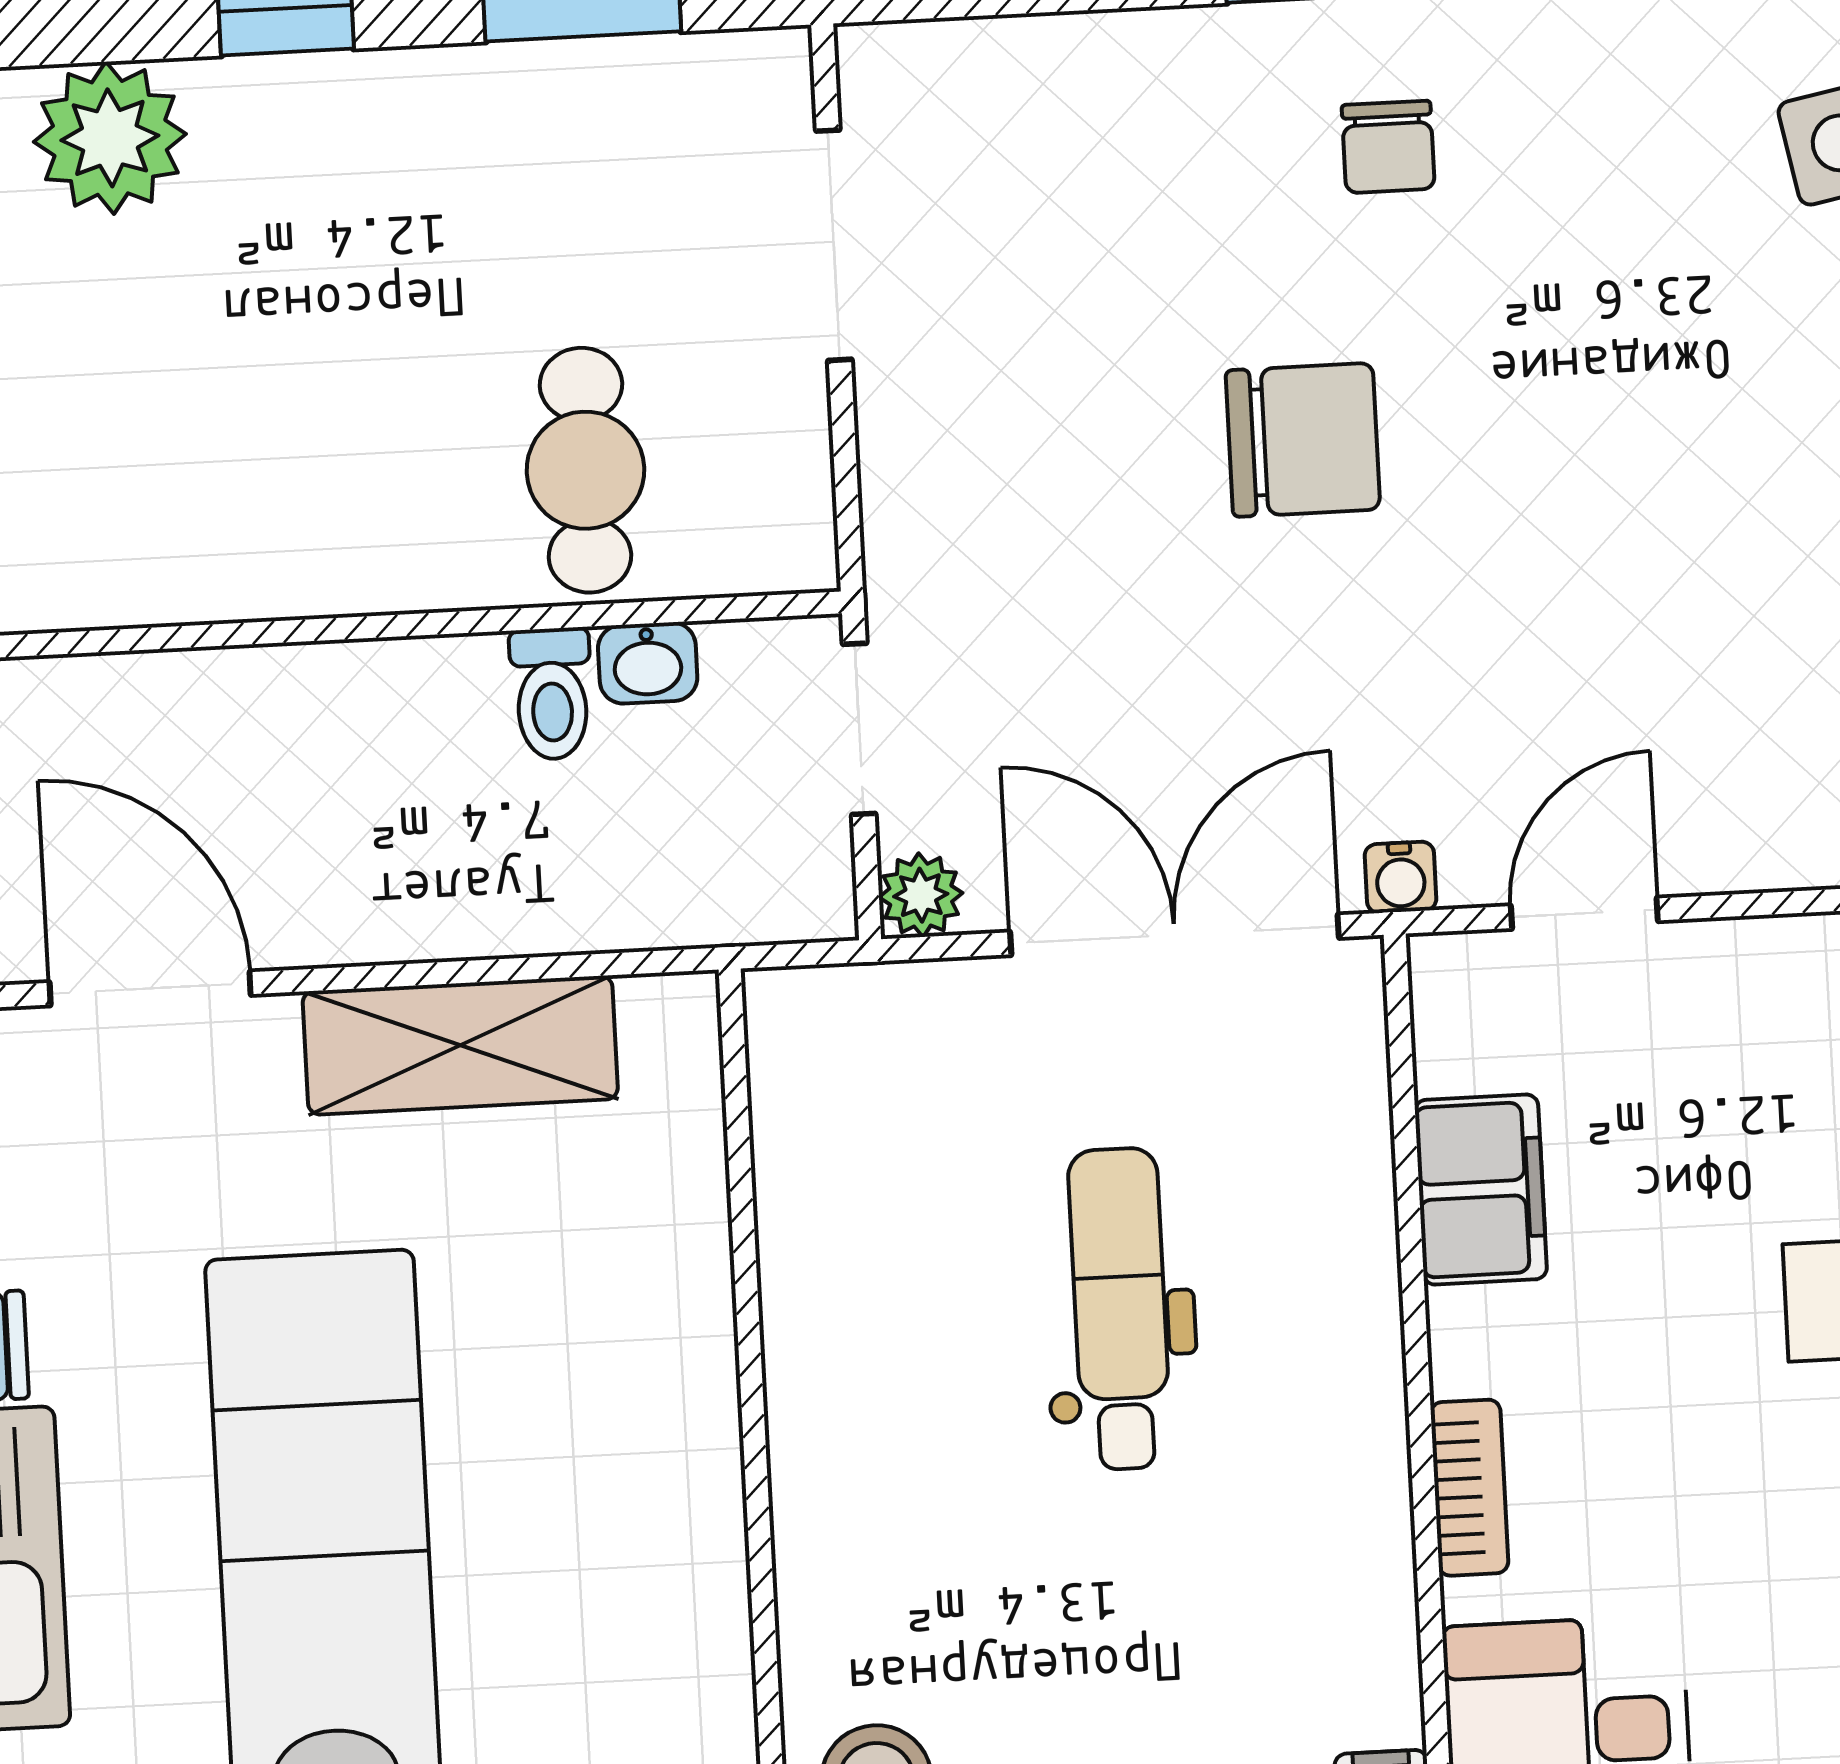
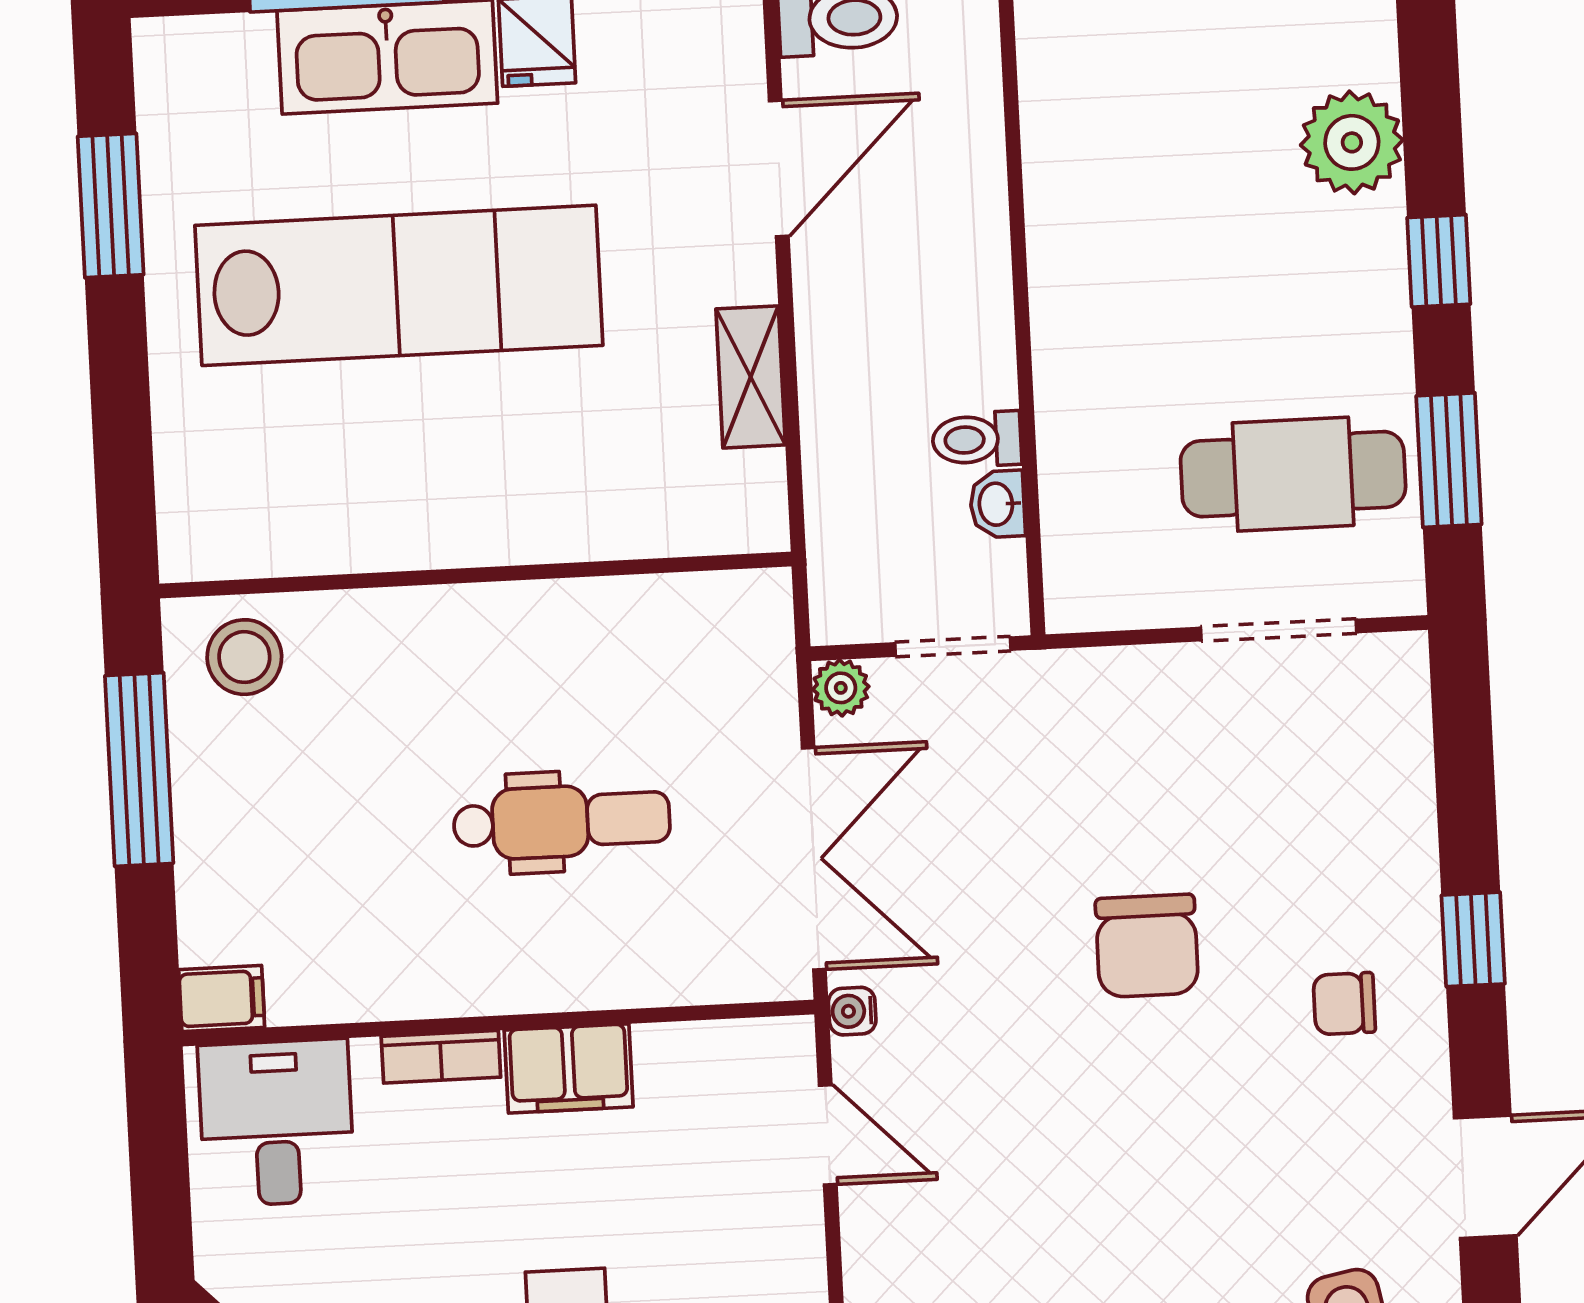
cafe table: (585, 470) -> (1293, 474), moved, width x1.37, depth x1.35
shelving: (460, 1045) -> (751, 377), width x0.67, depth x0.75
filing cabinet: (1481, 1190) -> (569, 1068), moved

